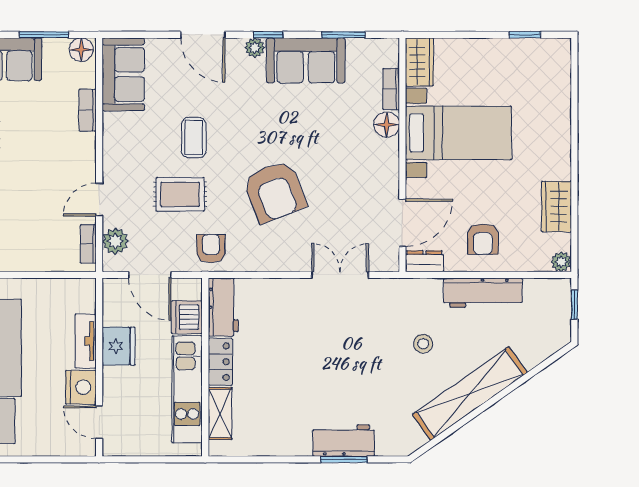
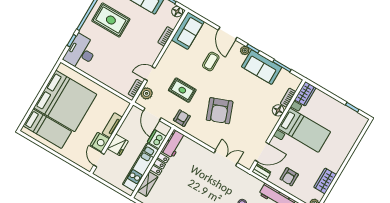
coffee table: (194, 138) -> (211, 61), moved
fridge: (119, 346) -> (118, 145), moved

